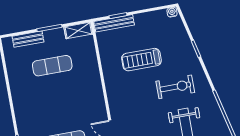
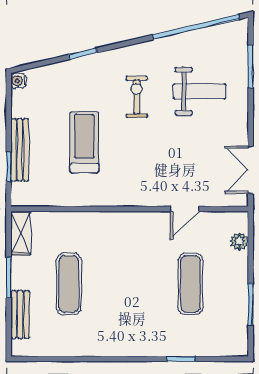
bench: (114, 23) -> (20, 150), moved
treadmill: (141, 60) -> (84, 142), turned 180
exercise bike: (175, 87) -> (137, 97), width x0.73, depth x0.72

